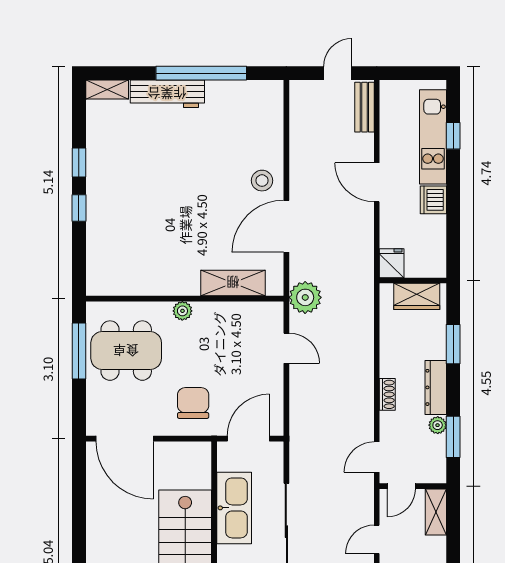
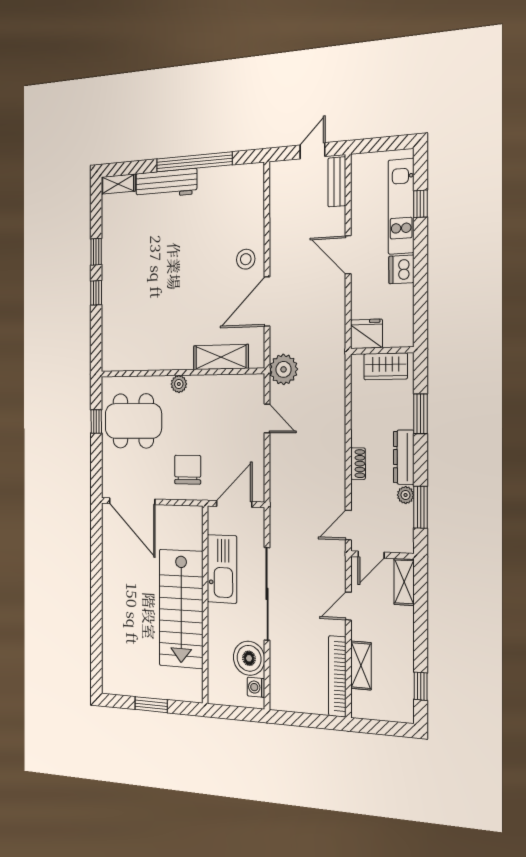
fridge: (392, 263) -> (366, 334), width x1.38
window: (79, 351) -> (96, 421), width x0.46

